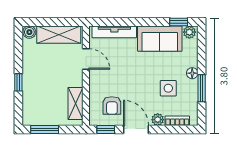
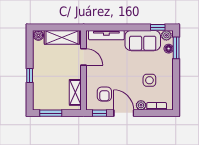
floor lamp: (192, 73) -> (169, 49), moved
window: (202, 88) -> (176, 48), moved

